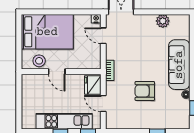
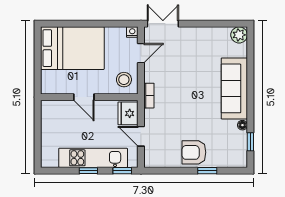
plant: (163, 21) -> (239, 35), moved
door: (103, 36) -> (141, 53), swing flipped
stool: (39, 61) -> (124, 80), moved
armchair: (145, 91) -> (194, 152), moved

